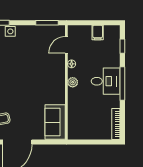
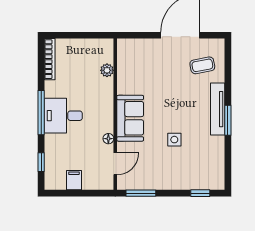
side table: (10, 31) -> (174, 140), moved
plant: (73, 82) -> (107, 70), moved
sofa: (55, 122) -> (130, 118), moved

